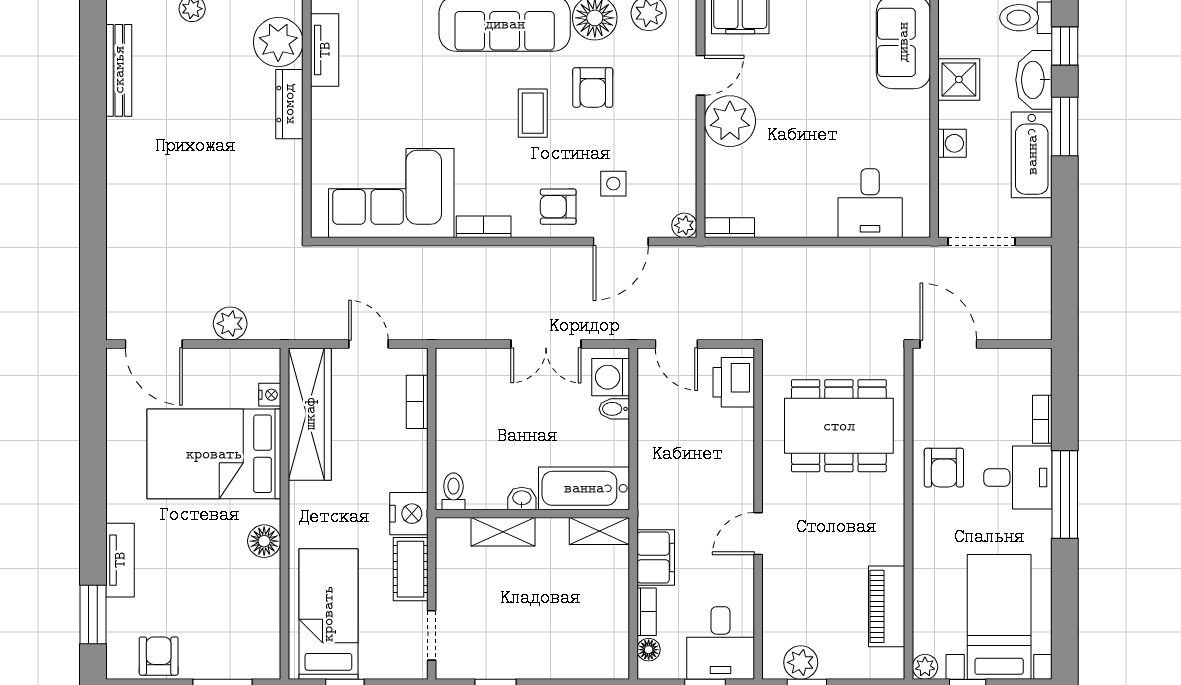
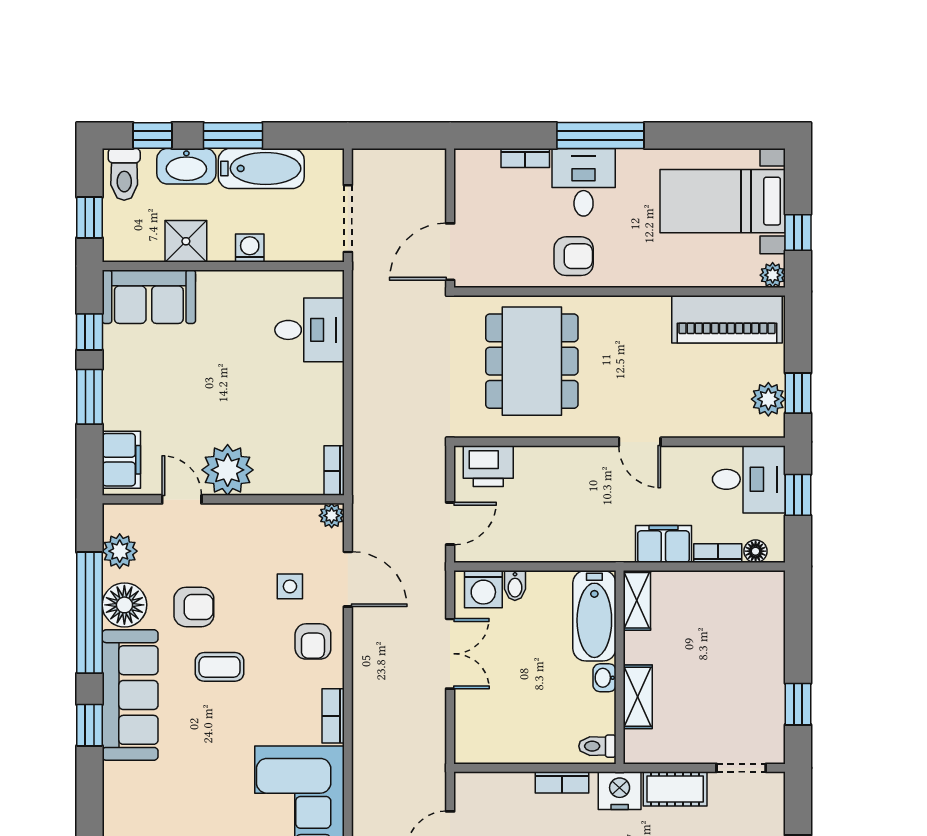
bookcase: (417, 402) -> (562, 782), moved
piano: (887, 606) -> (727, 319), width x1.37, depth x1.33

